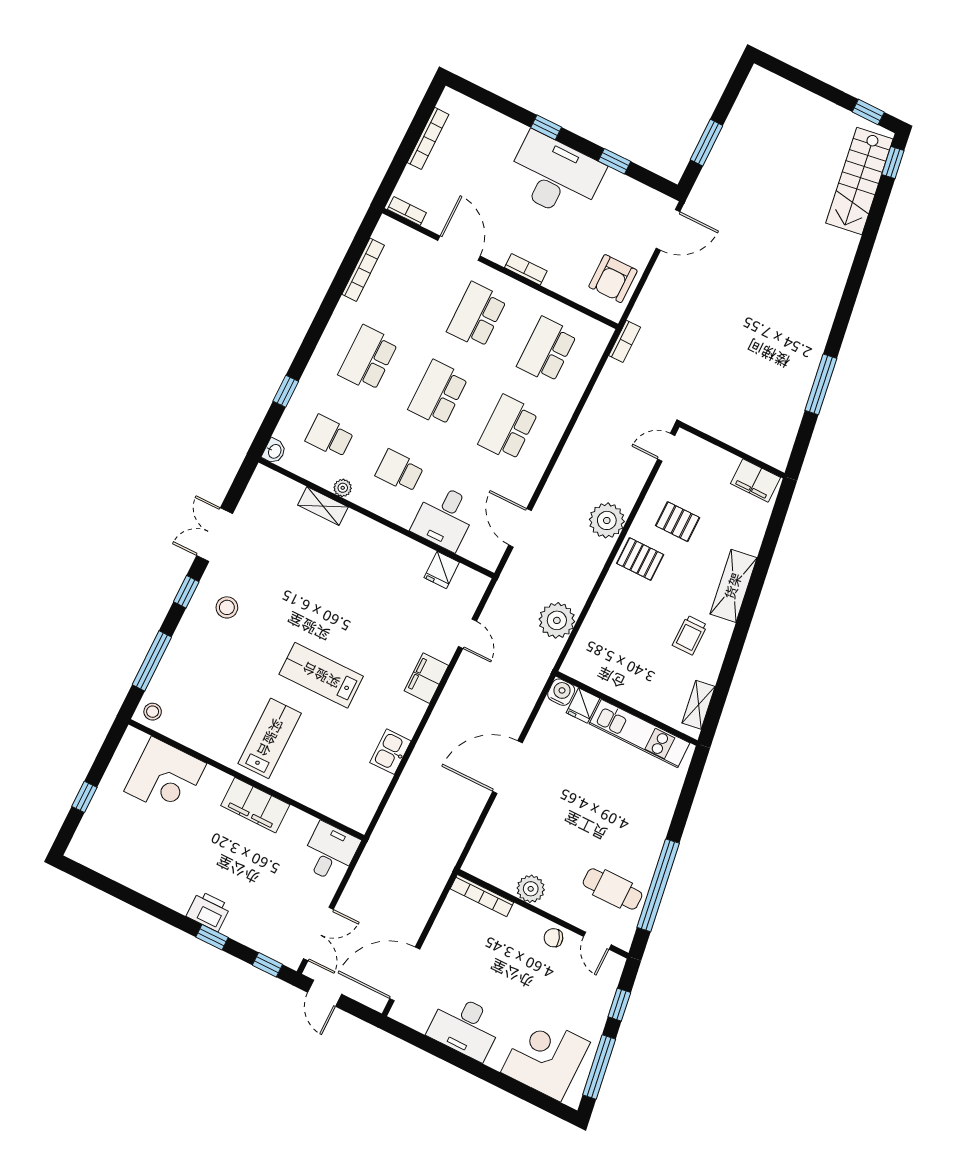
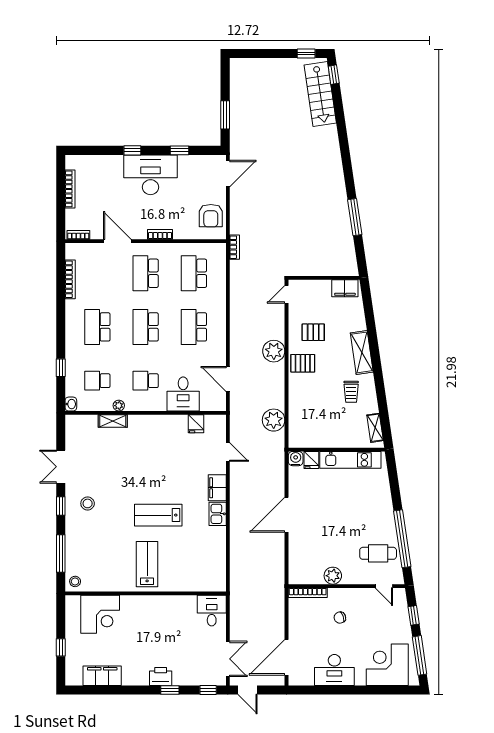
kitchen sink: (390, 752) -> (218, 514), moved
filing cabinet: (255, 805) -> (102, 676), moved, turned 180
chair: (553, 938) -> (340, 618), moved

